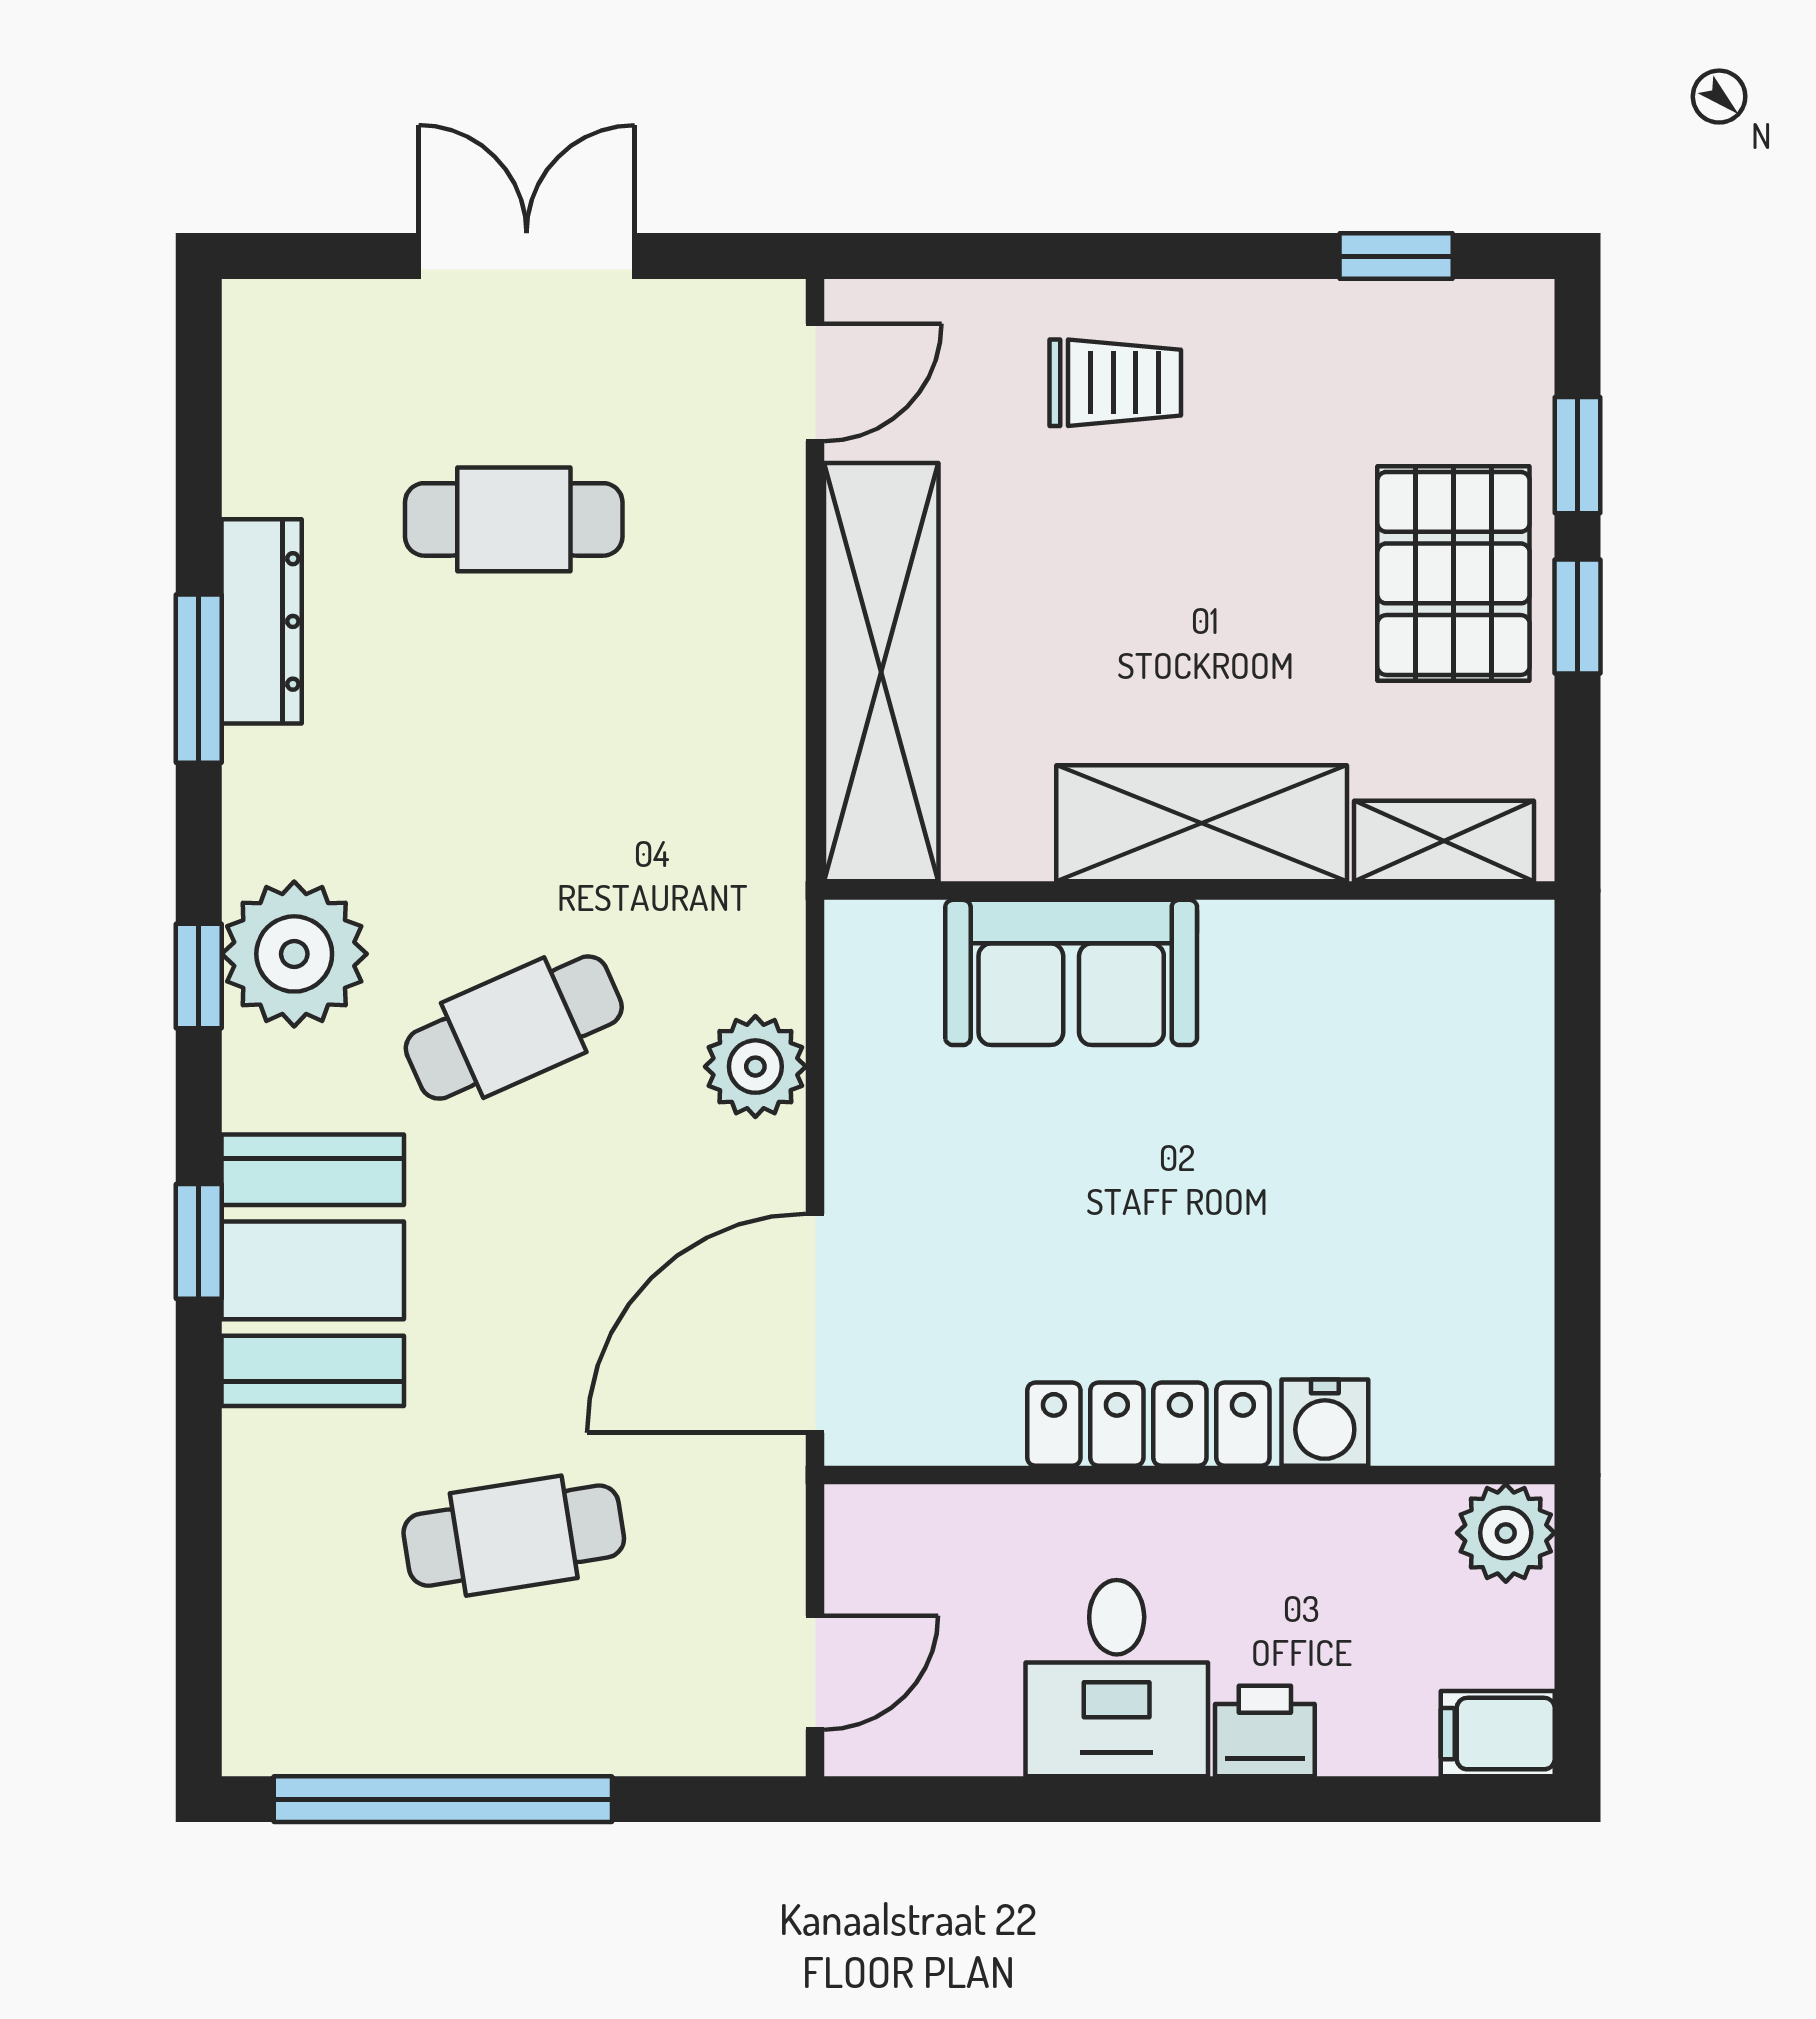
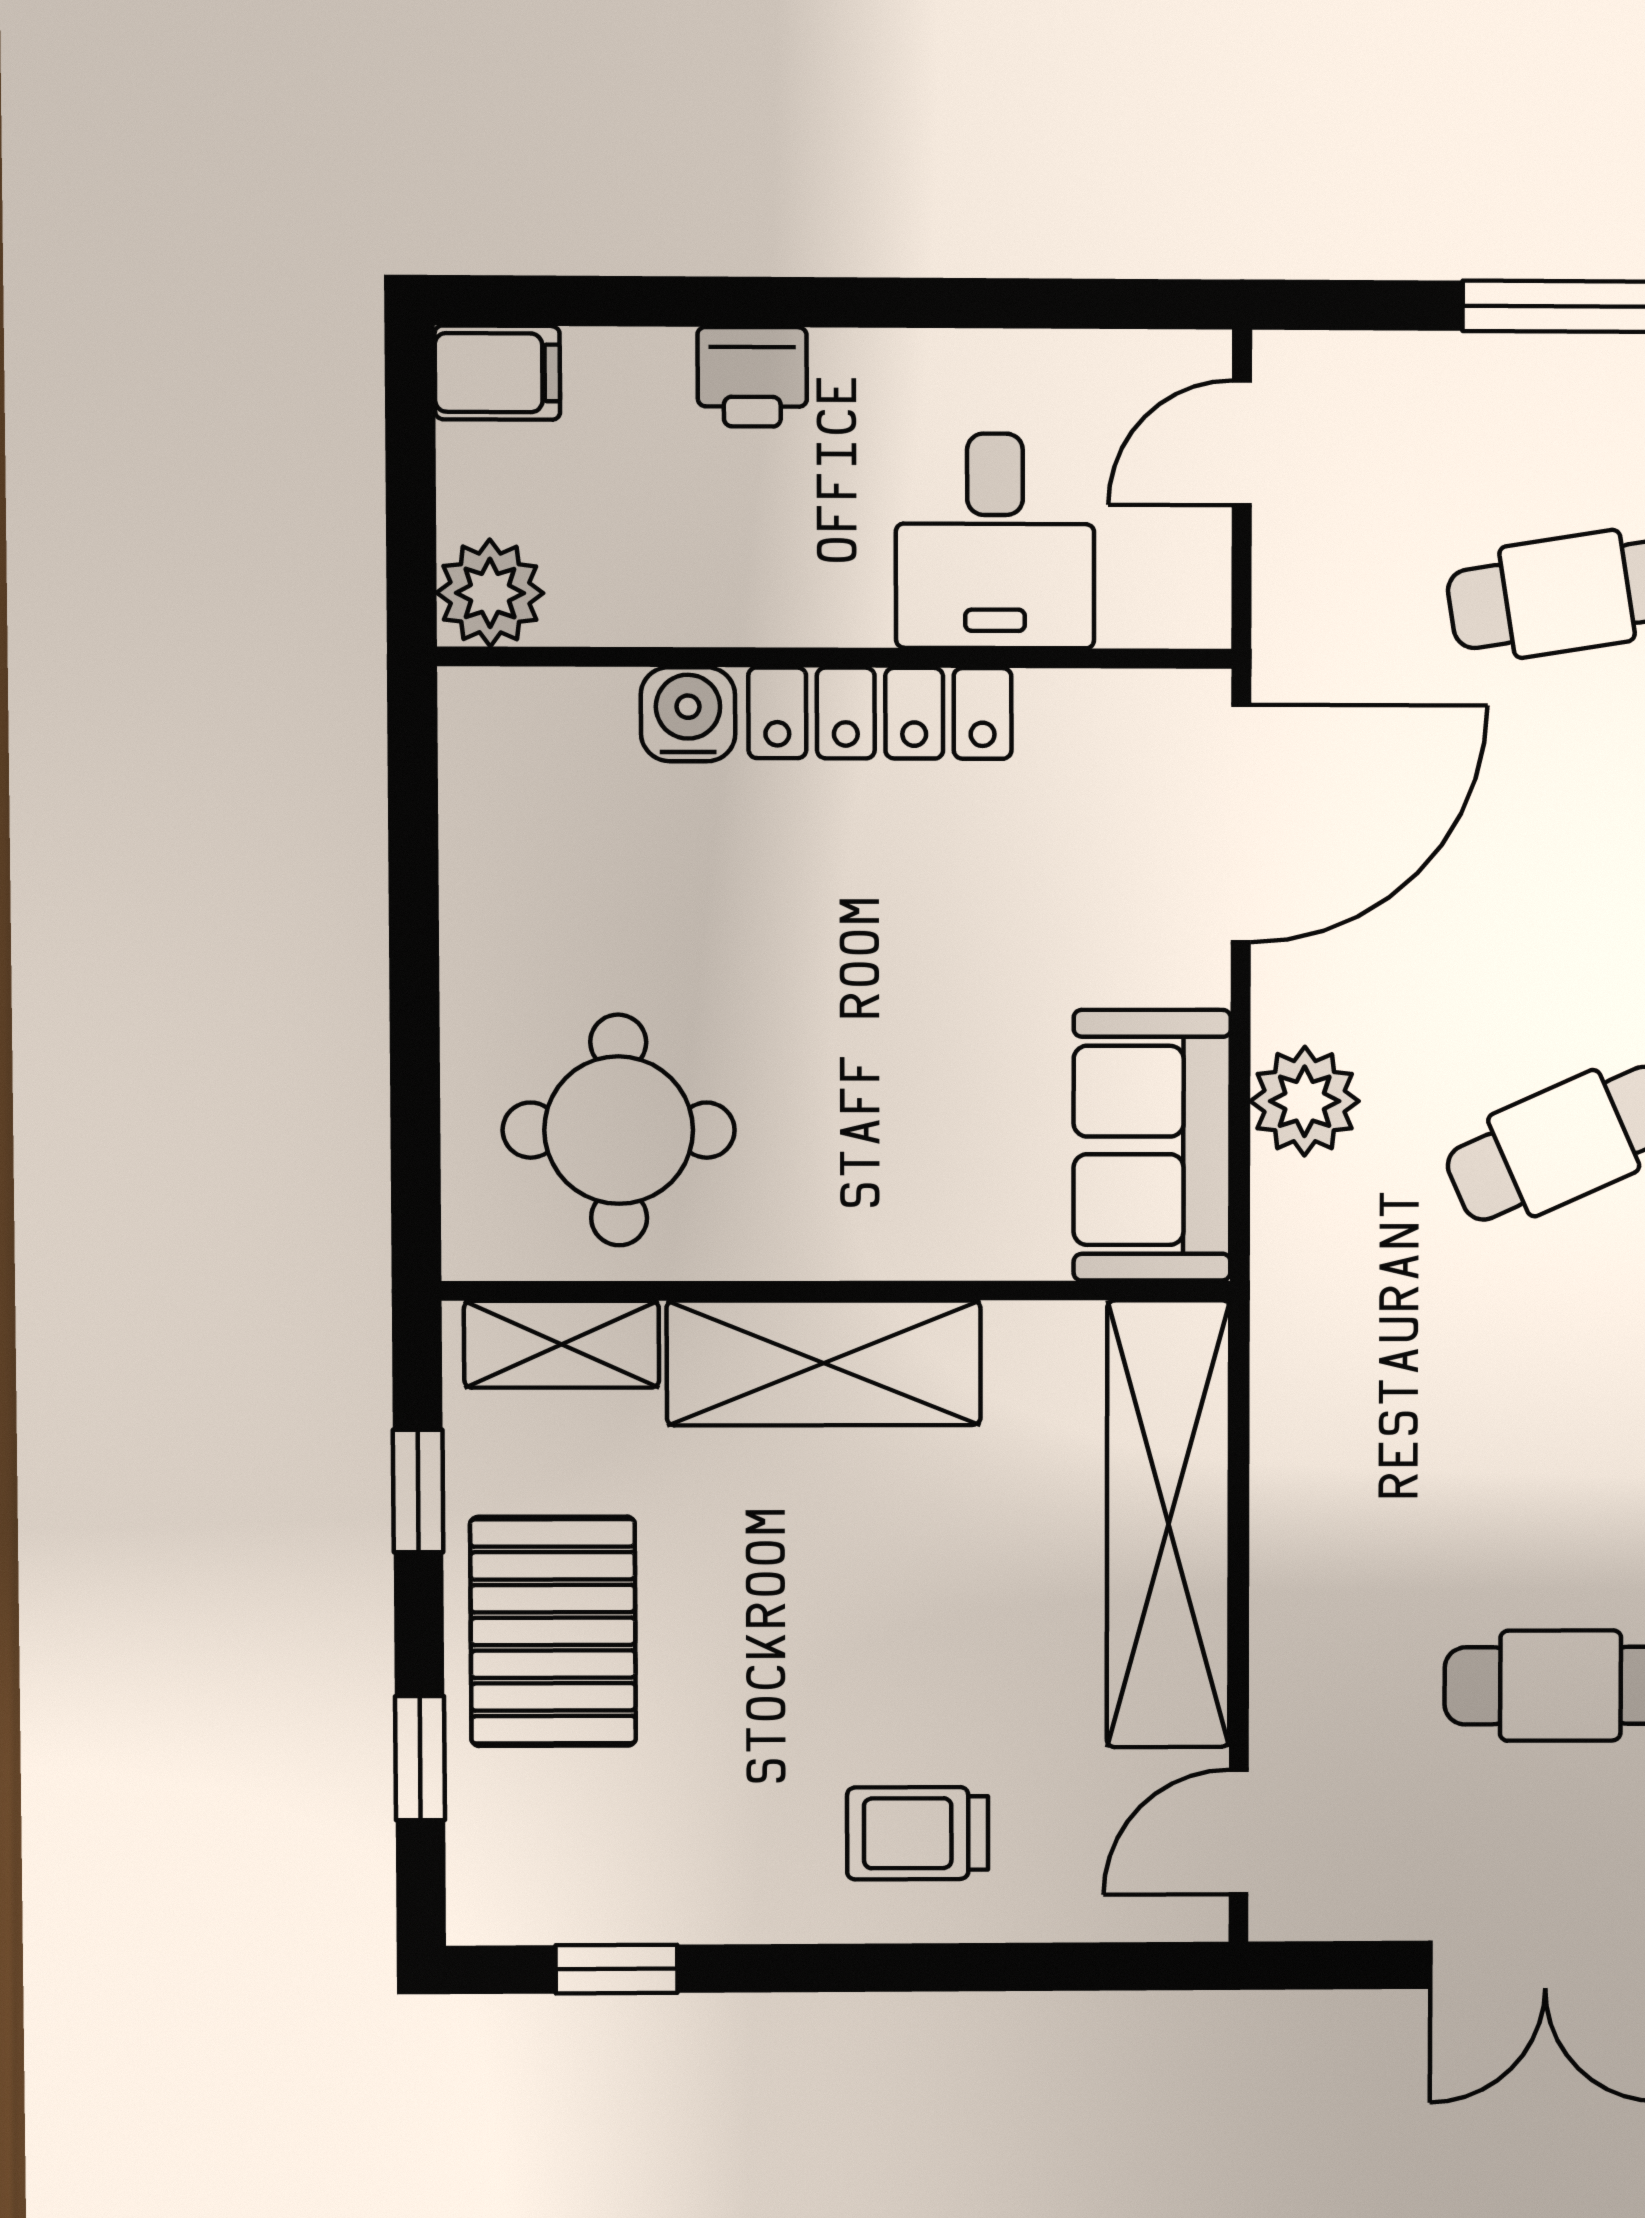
window: (1577, 616) -> (418, 1491), moved
sofa: (1071, 972) -> (1152, 1145), moved, turned -90
round table: (1390, 1040) -> (619, 1130), added
desk: (1117, 1678) -> (995, 541), moved, turned 180

